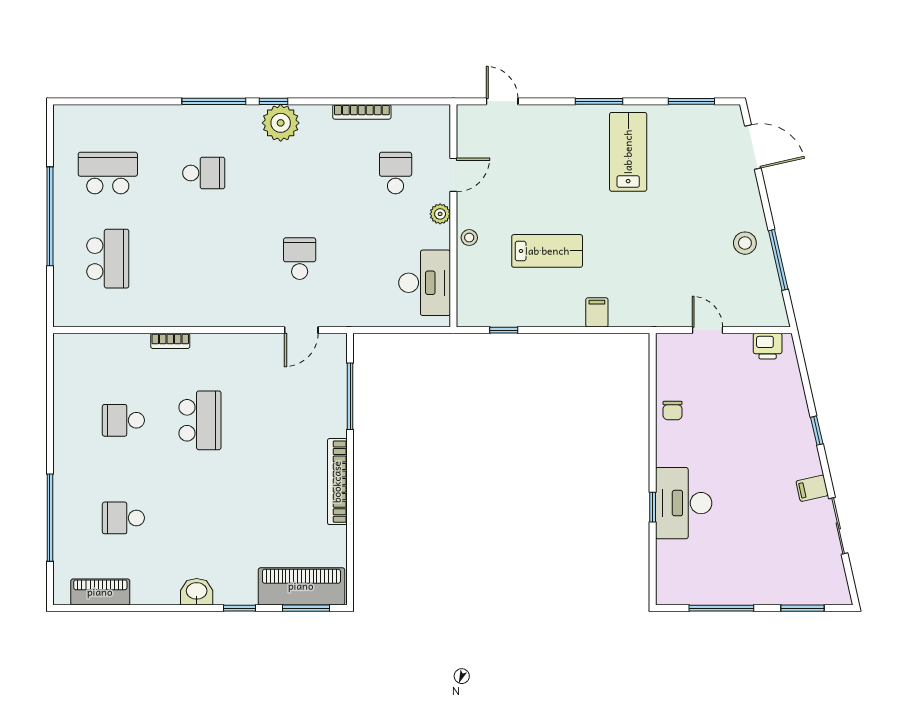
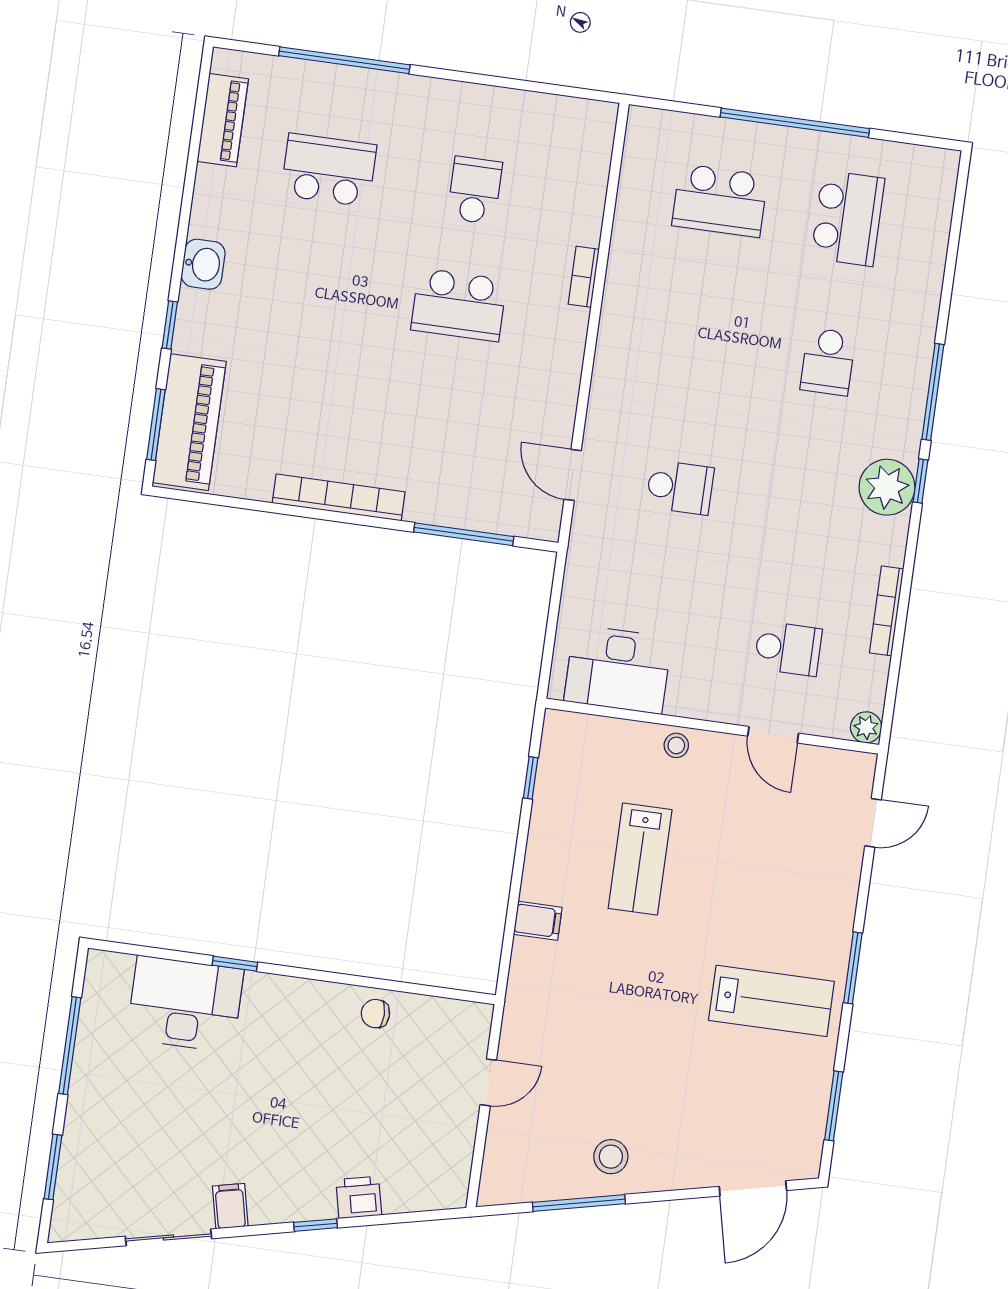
plant: (440, 214) -> (866, 727), moved
printer: (768, 346) -> (359, 1197), moved, turned 77
desk: (684, 503) -> (185, 1004), moved
school desk: (123, 518) -> (329, 170), width x1.85

